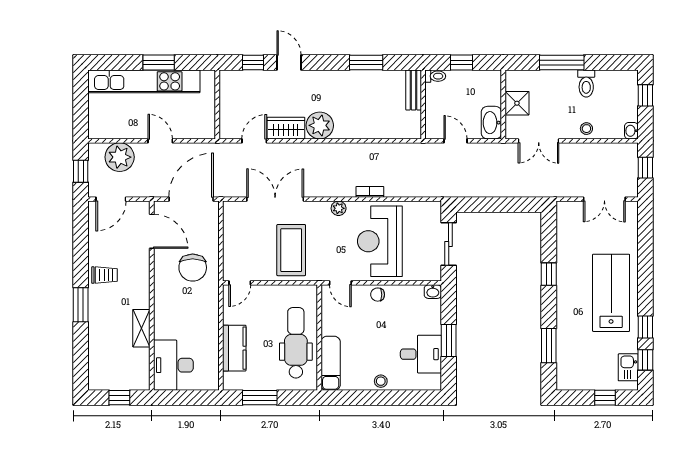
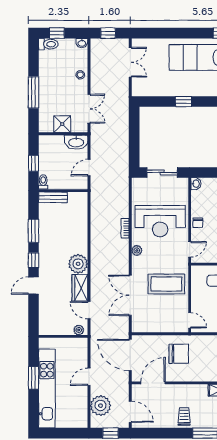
window: (253, 63) -> (34, 260), moved
toilet: (586, 83) -> (48, 44), moved
plant: (226, 126) -> (79, 330), added

